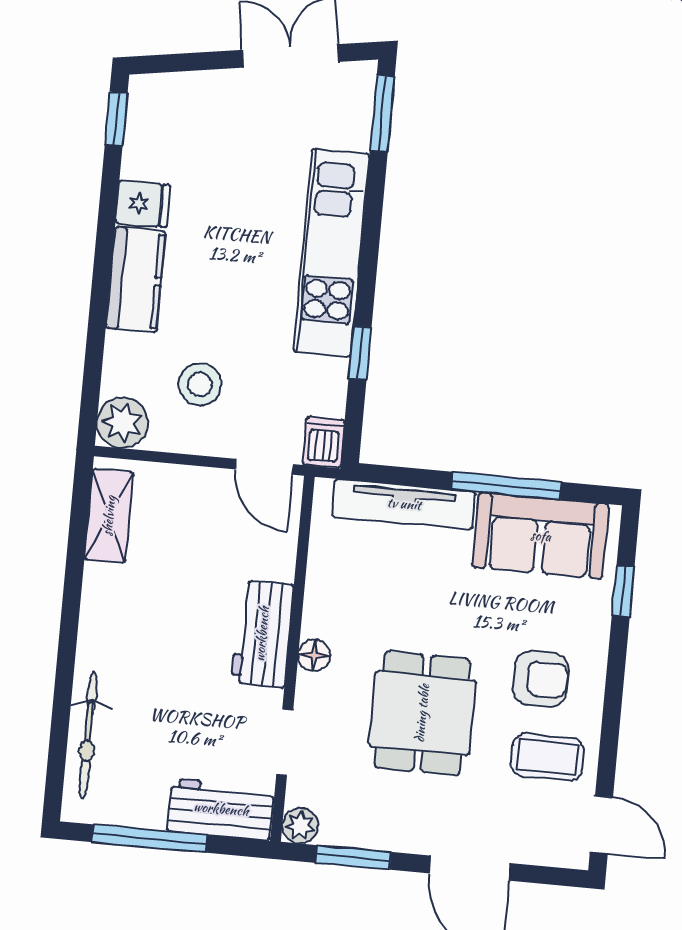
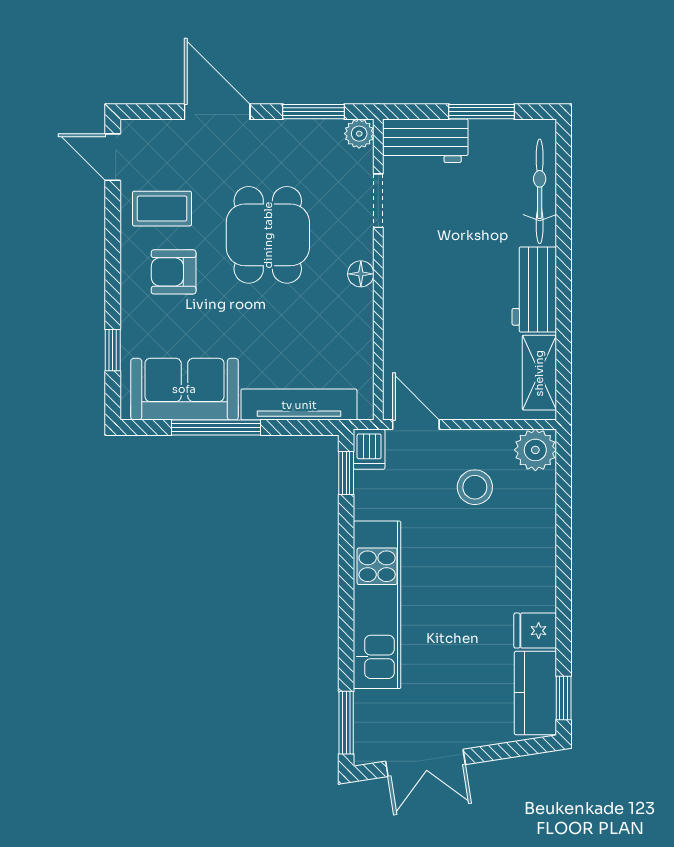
kitchen counter: (136, 280) -> (535, 693), moved
window: (360, 353) -> (346, 473), moved
workbench: (262, 634) -> (534, 289), moved, turned 180
window: (150, 839) -> (482, 112), width x0.69

